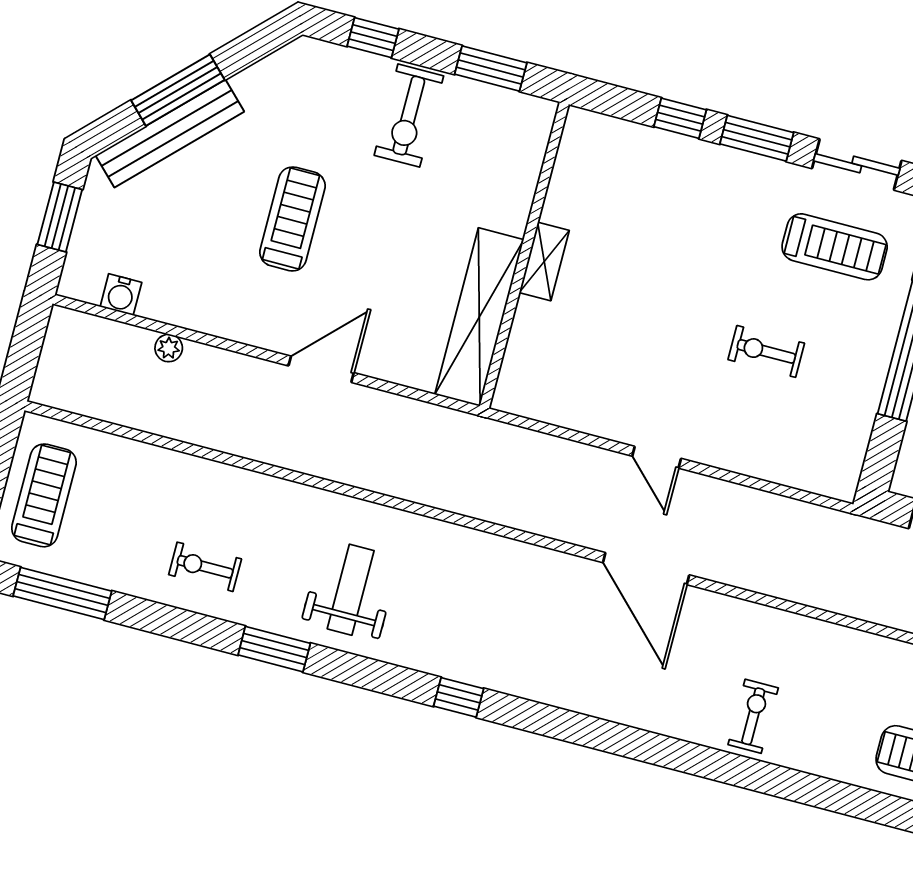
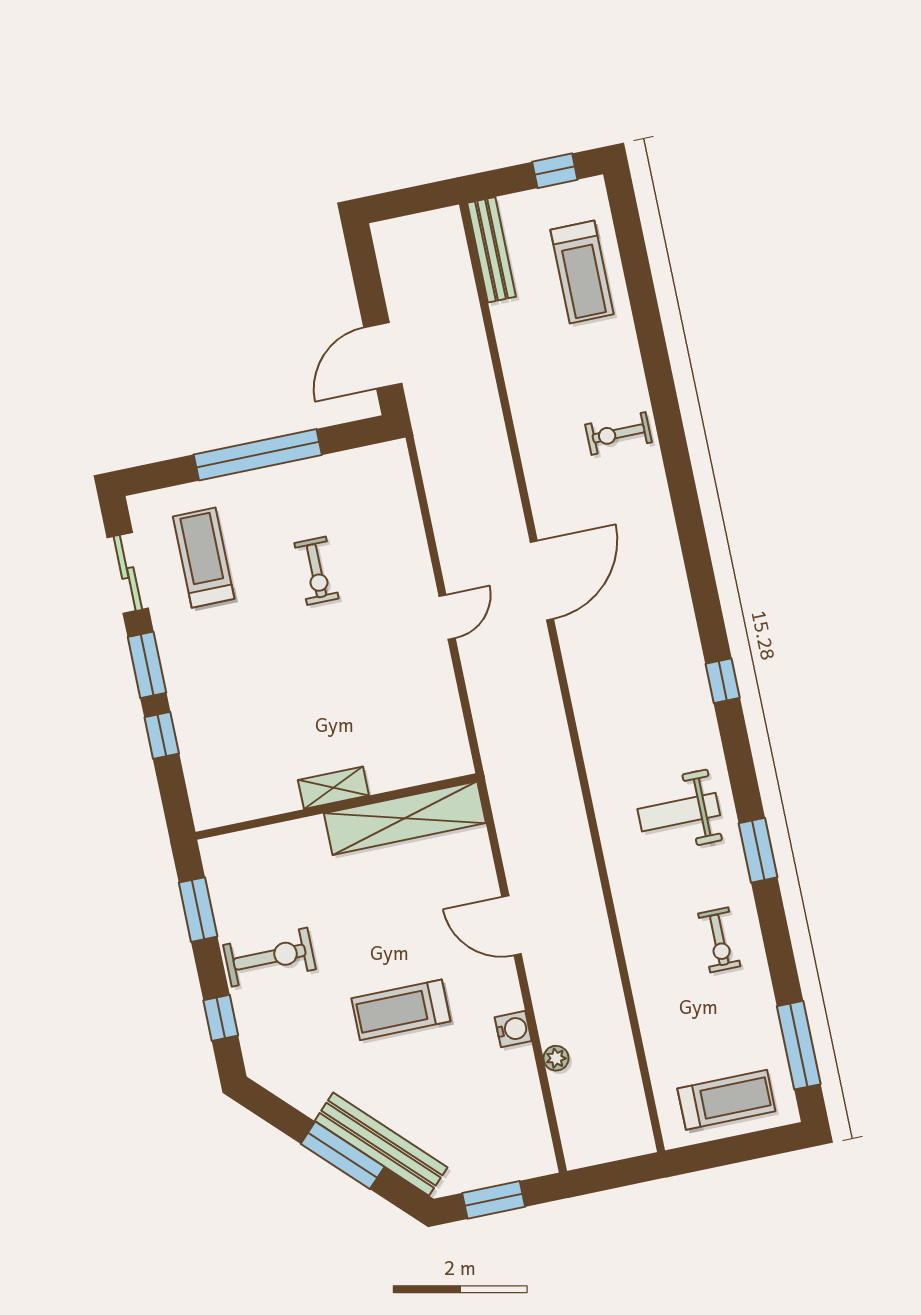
water cooler: (121, 295) -> (513, 1029), moved
treadmill: (44, 495) -> (726, 1100), turned 180

